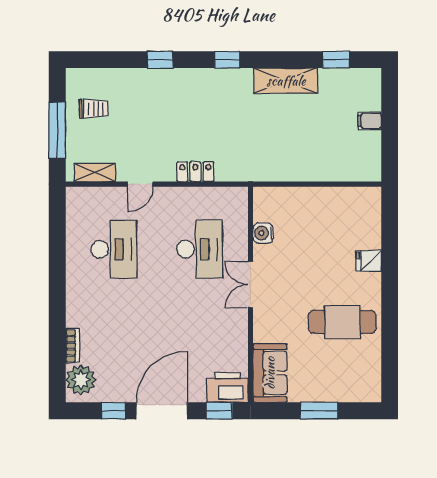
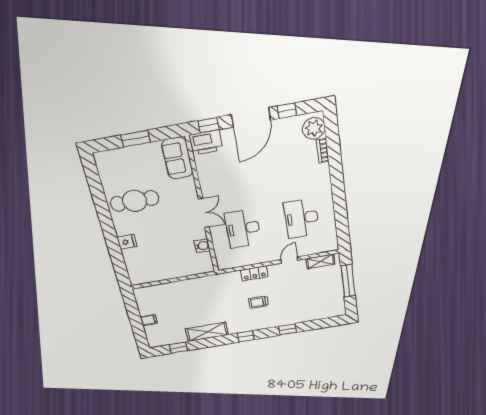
trolley: (94, 109) -> (258, 302), moved

